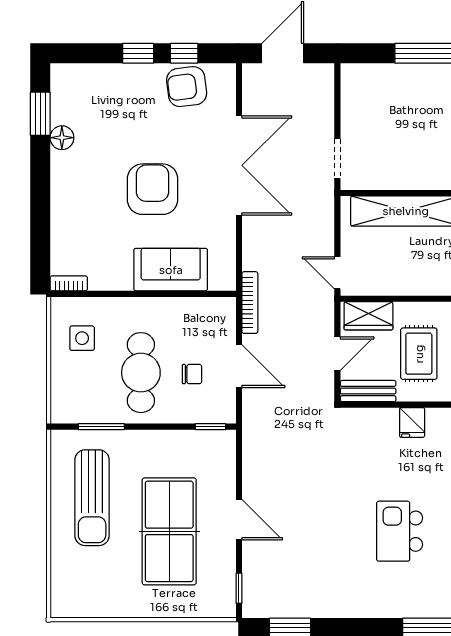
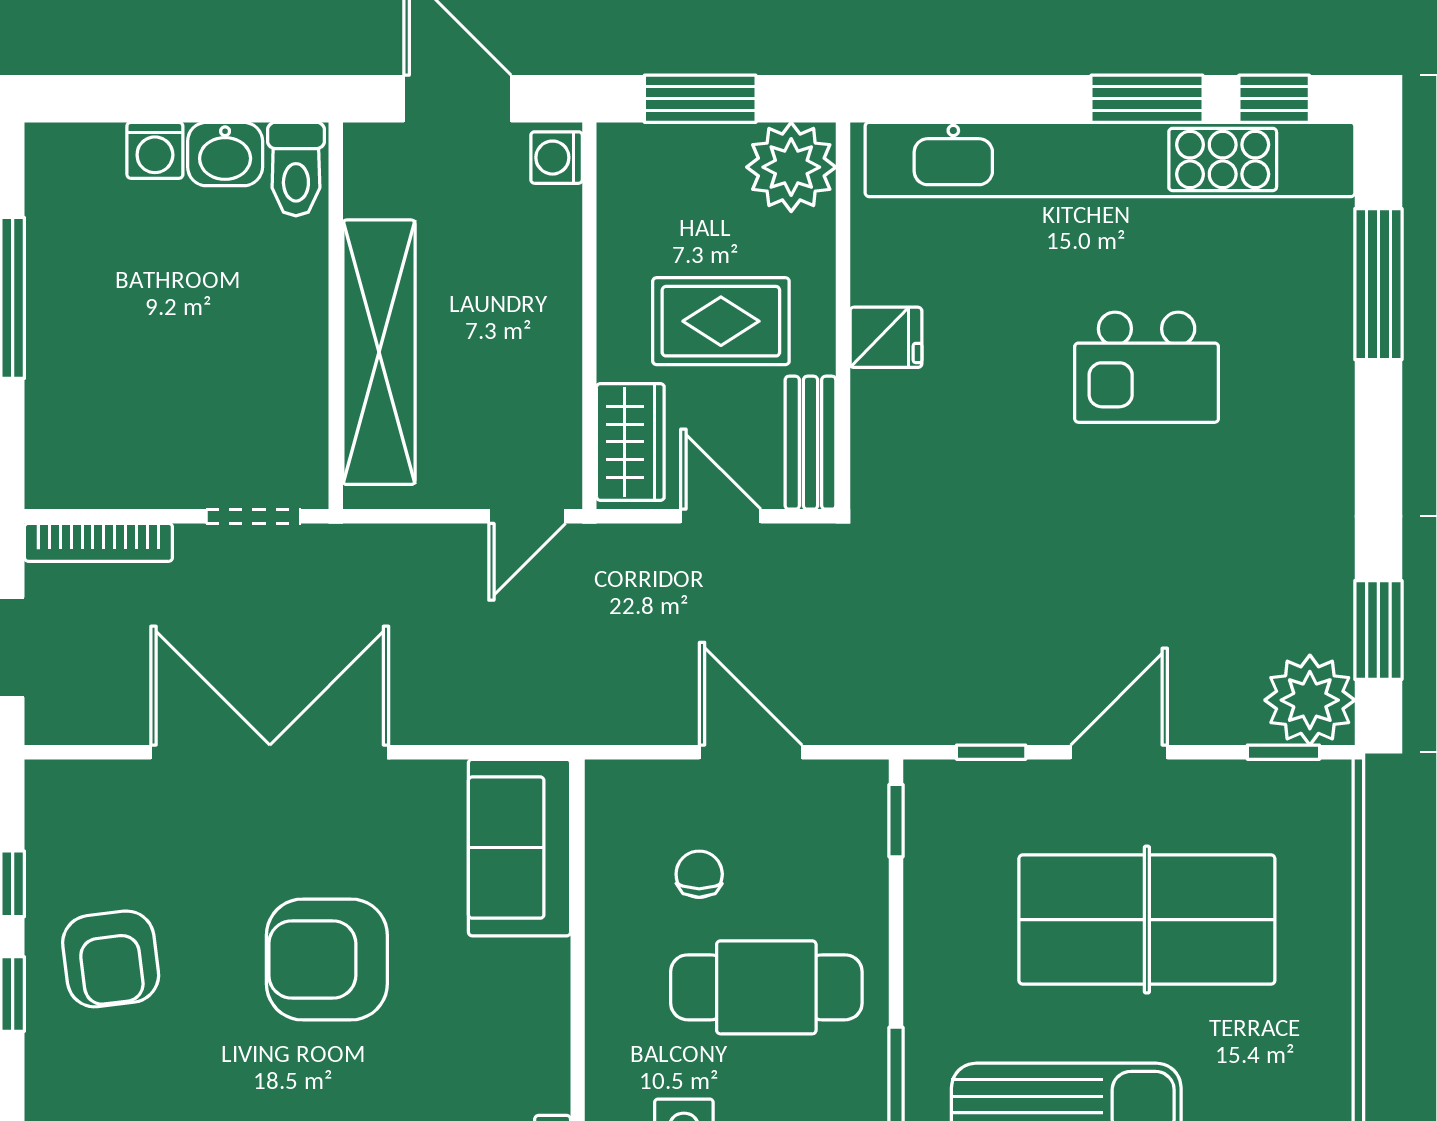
armchair: (187, 87) -> (111, 959), moved
sofa: (171, 270) -> (519, 848), moved
bookcase: (250, 303) -> (98, 542), moved, turned 180
door: (239, 366) -> (751, 752), hinge flipped
chair: (192, 374) -> (699, 874), moved
window: (239, 466) -> (991, 752), added
plant: (261, 599) -> (1310, 700), added

